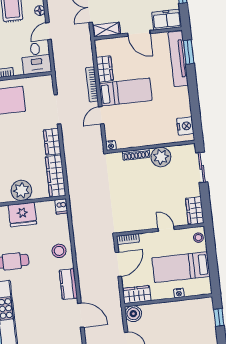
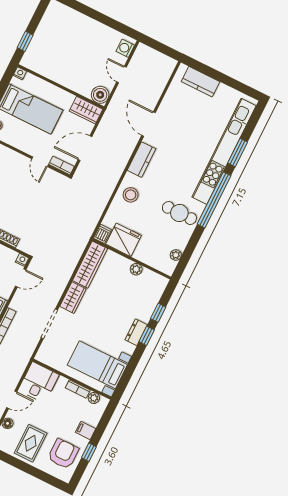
door: (101, 115) -> (21, 278), moved
plant: (21, 190) -> (136, 269), width x0.53, depth x0.53
fridge: (22, 215) -> (123, 240), moved
door: (166, 229) -> (40, 162), moved
nightstand: (179, 293) -> (20, 73), moved

